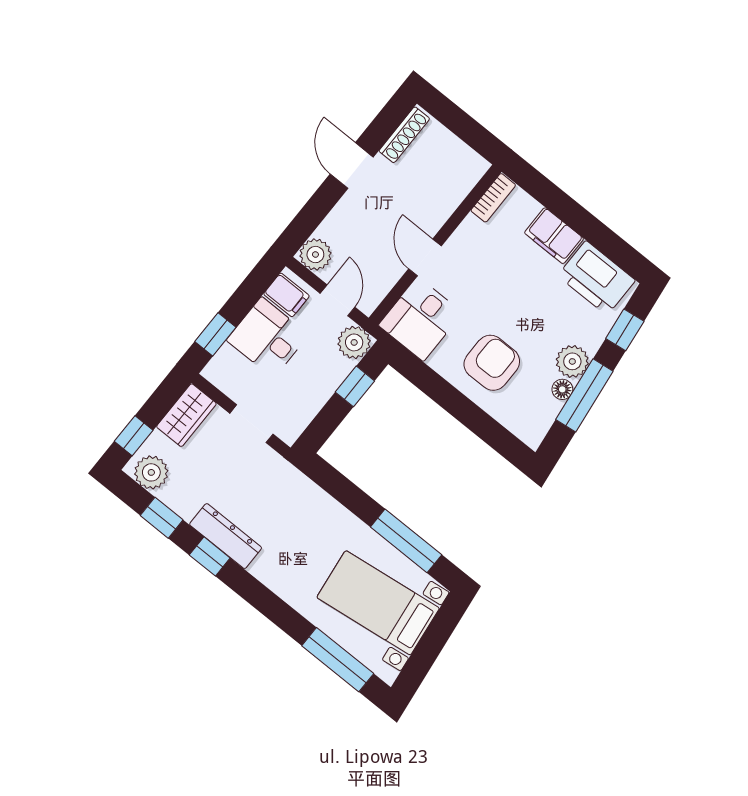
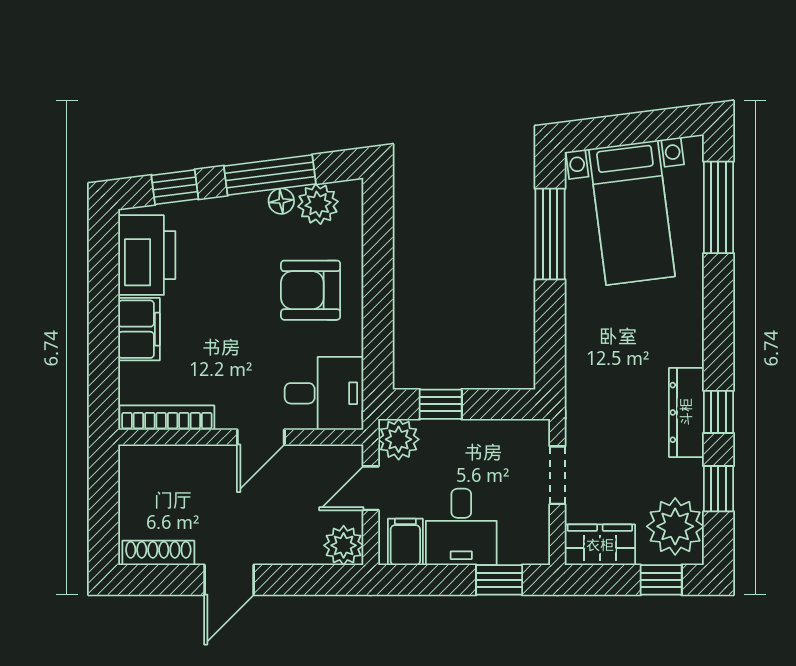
bookcase: (493, 198) -> (167, 418), width x1.56
plant: (572, 361) -> (318, 204), moved
plant: (151, 472) -> (675, 526), width x1.36, depth x1.36

